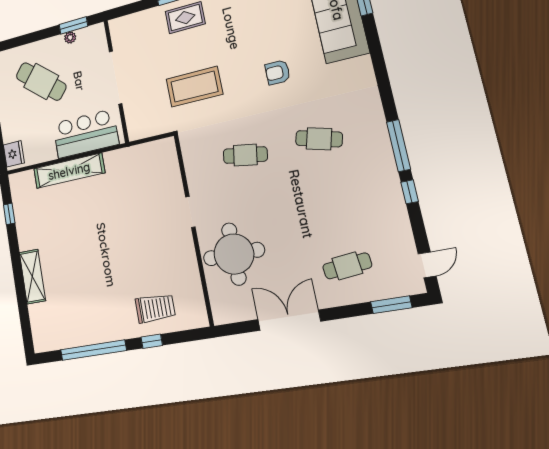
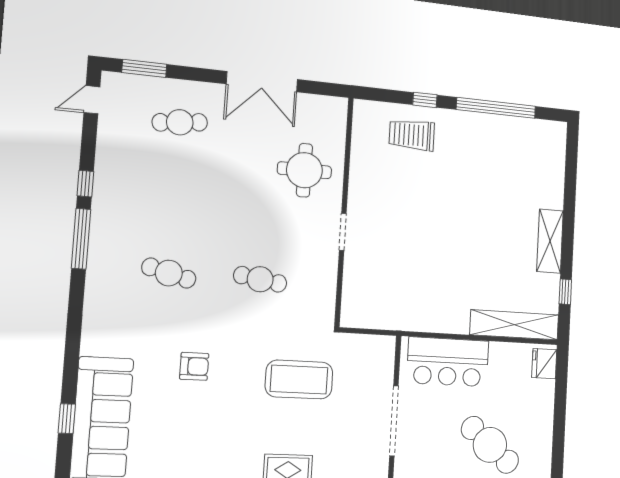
shelving: (69, 171) -> (514, 325), moved
round table: (234, 254) -> (304, 170), width x0.73, depth x0.73
shelving: (32, 277) -> (550, 241), moved

